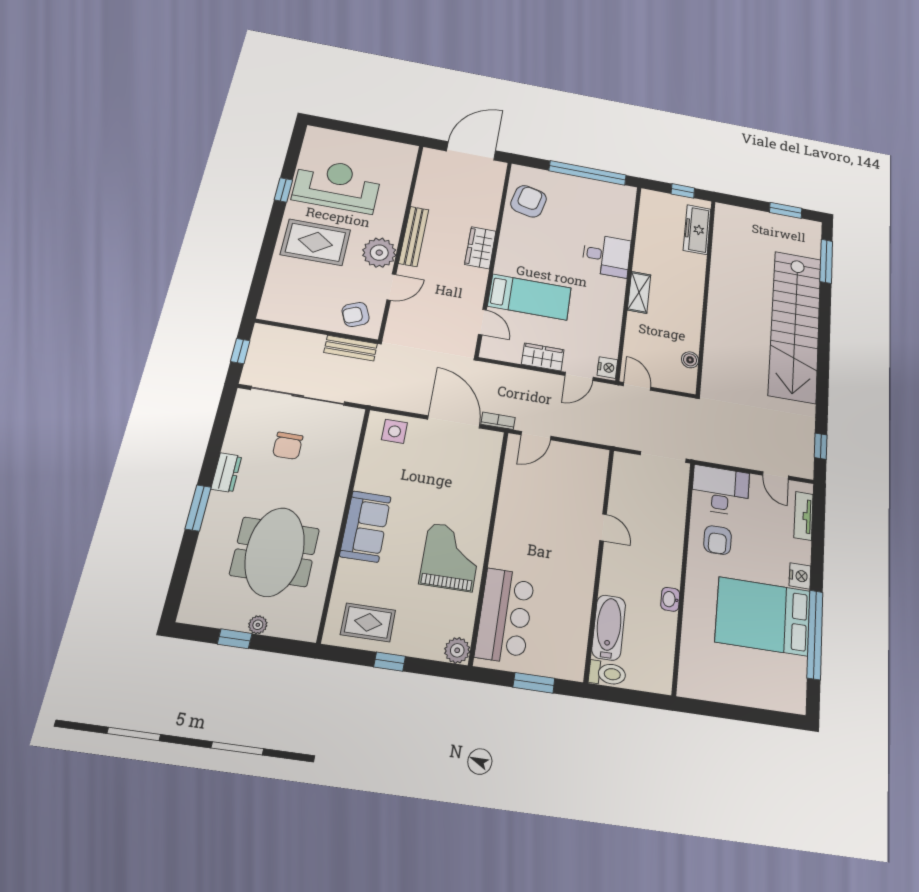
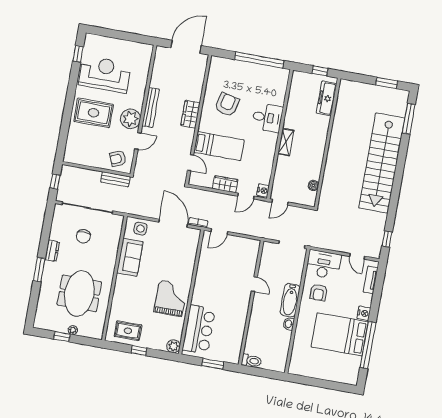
window: (283, 190) -> (78, 54), moved
armchair: (529, 201) -> (227, 105), moved
door: (637, 386) -> (280, 202), swing flipped
sofa: (365, 526) -> (130, 257), moved
bathtub: (609, 627) -> (290, 300), moved, turned 180

